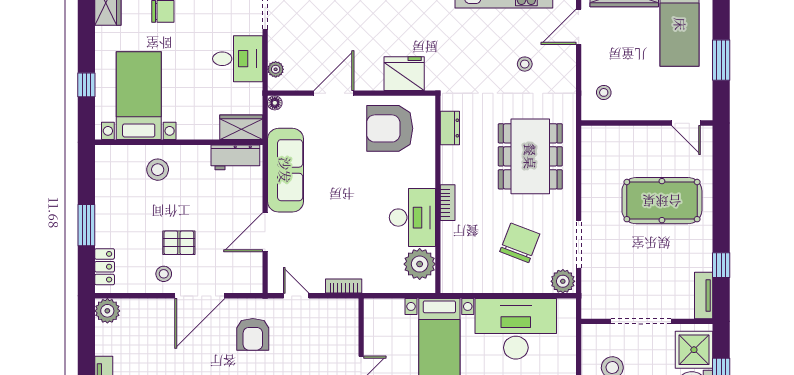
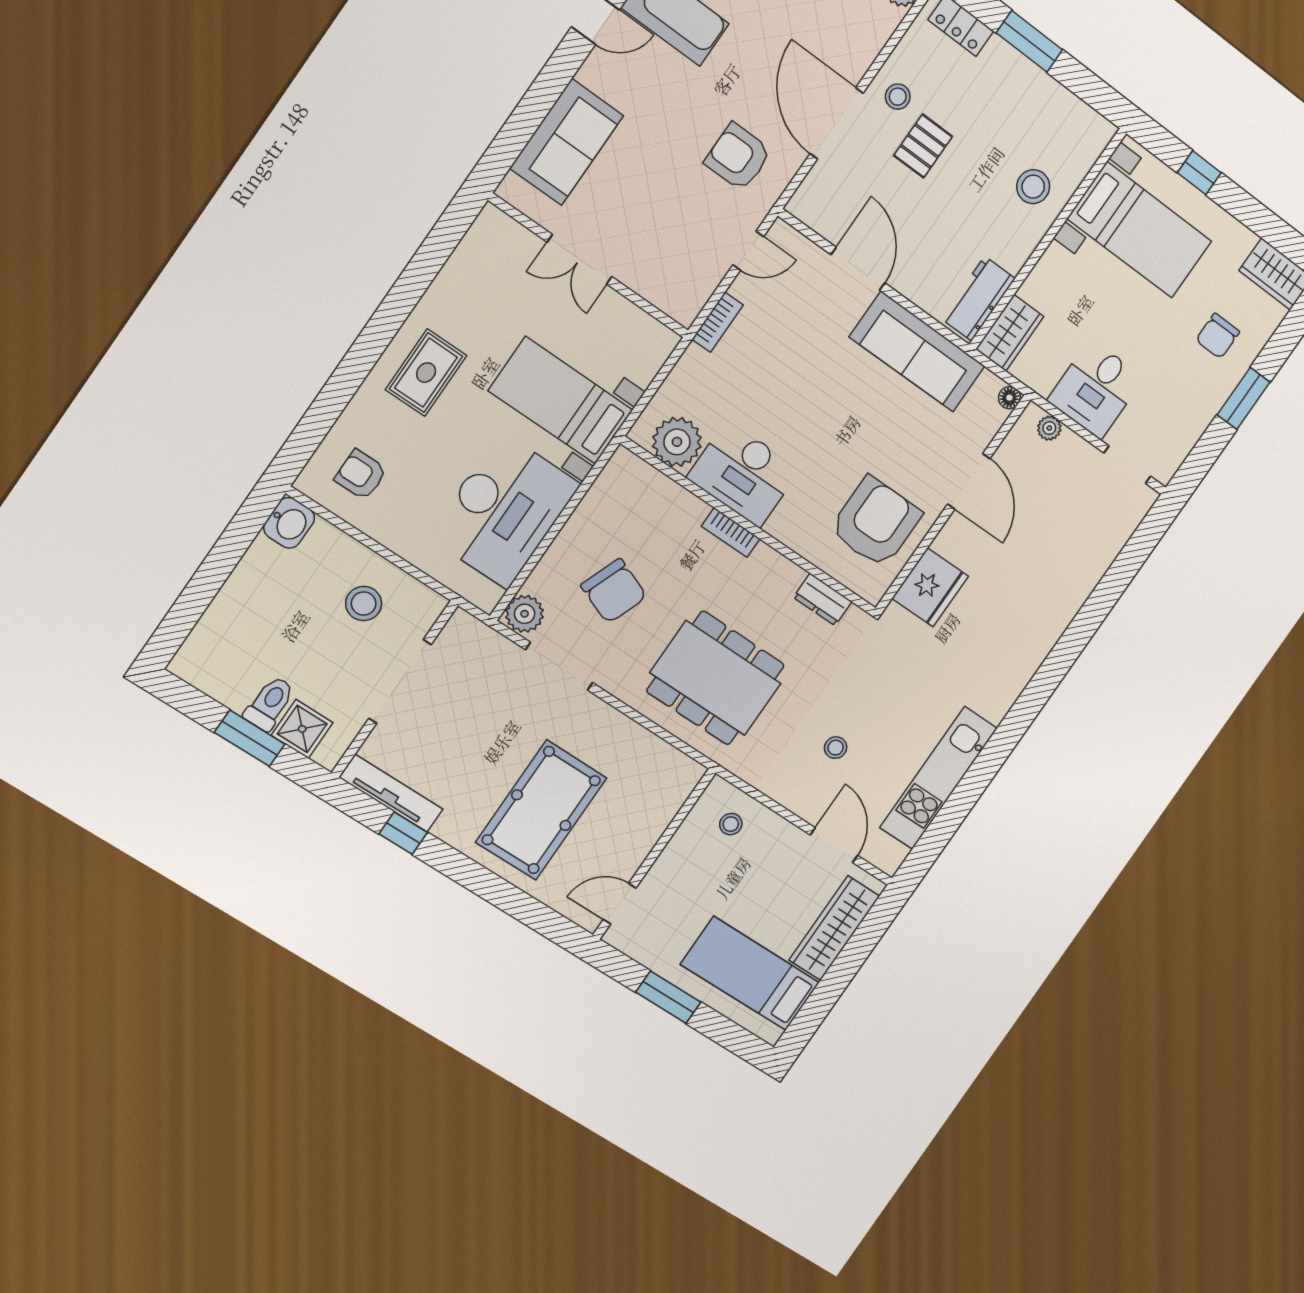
tv unit: (704, 295) -> (391, 793), width x1.41
shower: (694, 350) -> (302, 729), width x0.73, depth x0.73

